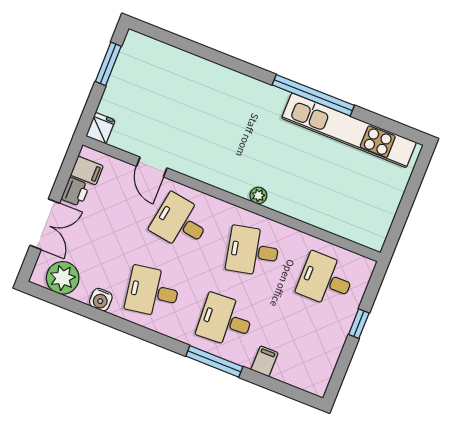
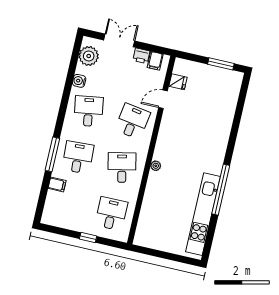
fridge: (100, 128) -> (178, 82), moved
double door: (45, 224) -> (119, 40), swing flipped

